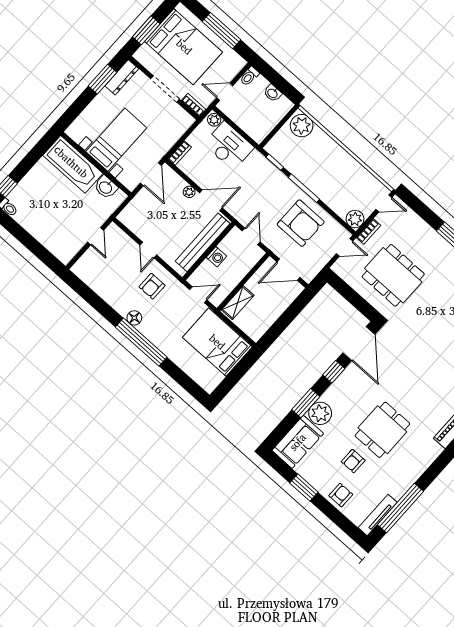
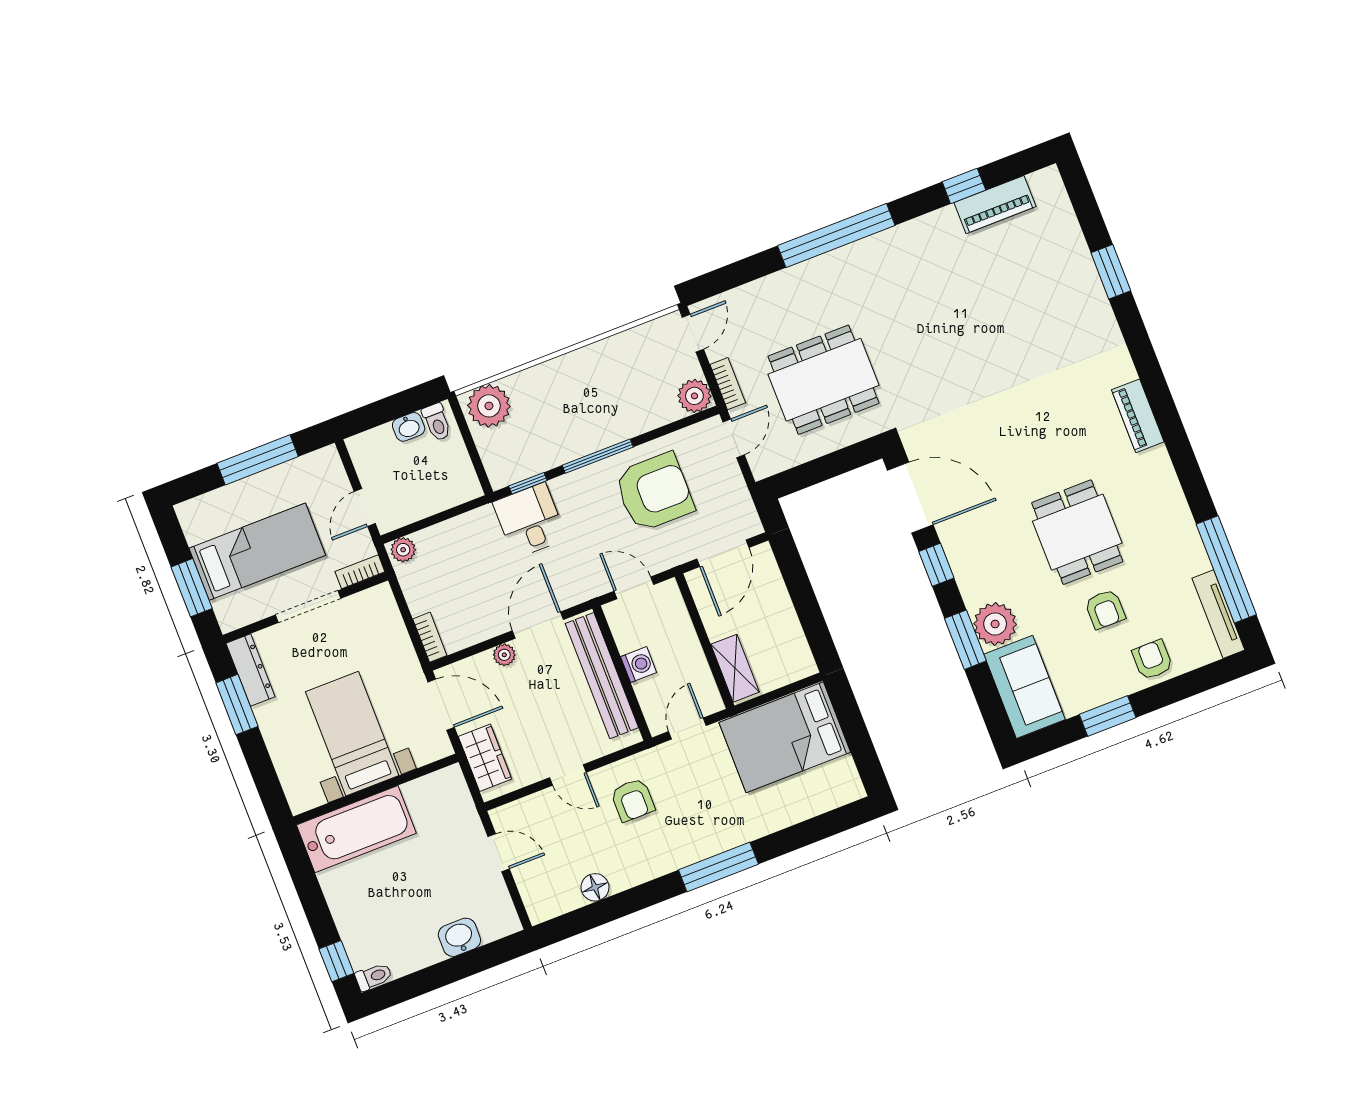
bed: (184, 47) -> (257, 552), width x0.67
toilet: (249, 76) -> (437, 422), moved
desk: (229, 146) -> (530, 520), moved, width x0.73
washbasin: (106, 187) -> (459, 937), moved, turned 180
wardrobe: (137, 207) -> (485, 758), added
floor lamp: (134, 318) -> (595, 887), moved
window: (141, 342) -> (718, 867), width x0.68

